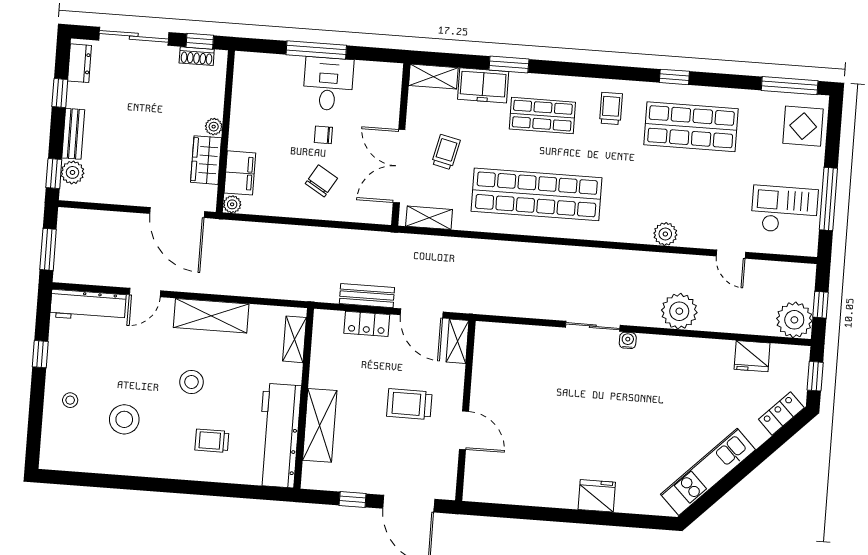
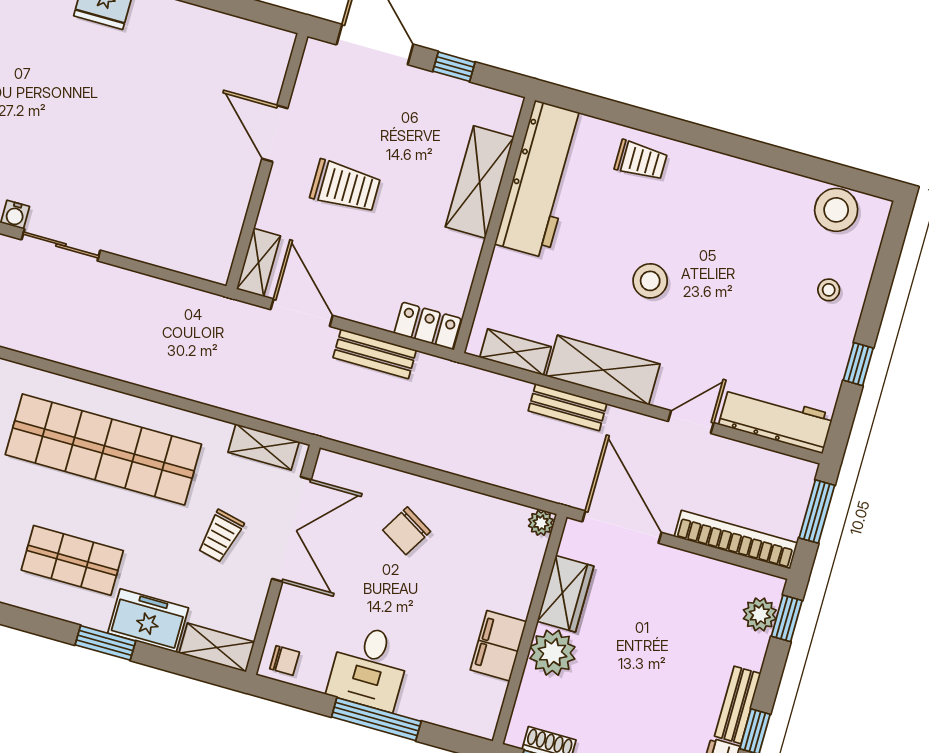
plant: (214, 127) -> (552, 653), width x1.88, depth x1.88
bench: (73, 134) -> (738, 705), moved
chair: (323, 135) -> (285, 660), moved
filing cabinet: (240, 173) -> (498, 646), moved
bookcase: (99, 219) -> (736, 540), added
bench: (230, 286) -> (568, 407), added
locker: (367, 324) -> (428, 326), moved
shelving: (294, 339) -> (515, 352), moved, turned 90
stool: (124, 419) -> (836, 210), moved
trolley: (212, 441) -> (641, 160), moved

